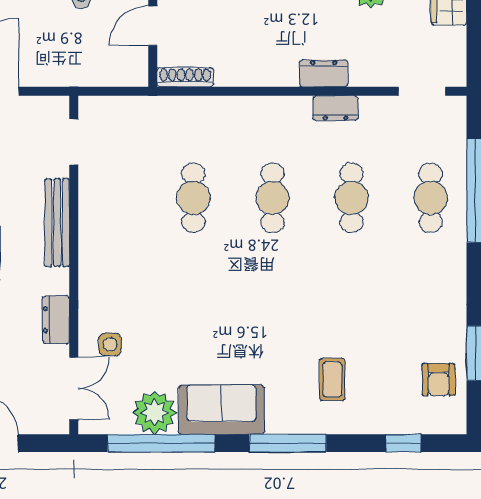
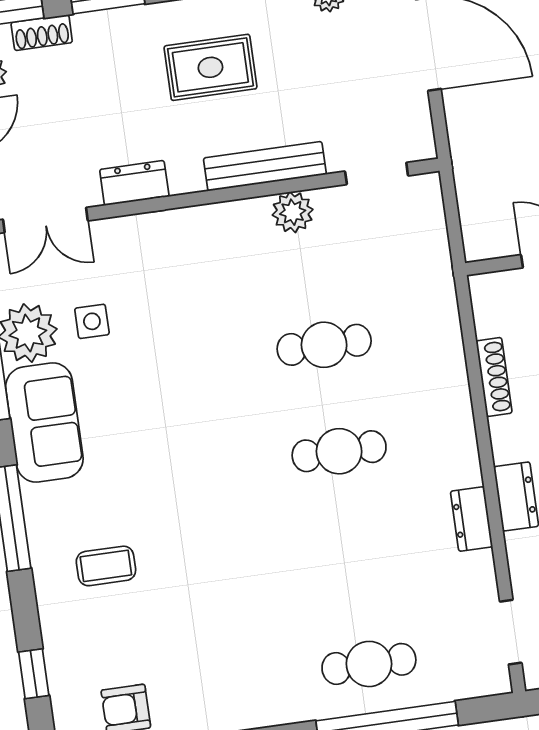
shoe rack: (185, 77) -> (494, 377), moved
cafe table: (352, 198) -> (354, 558), removed
plant: (93, 207) -> (293, 212), added
side table: (110, 344) -> (92, 321), moved

